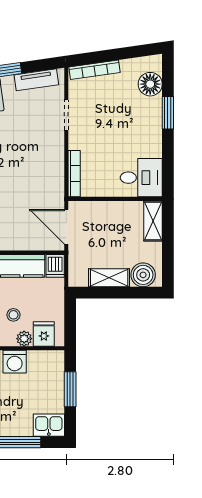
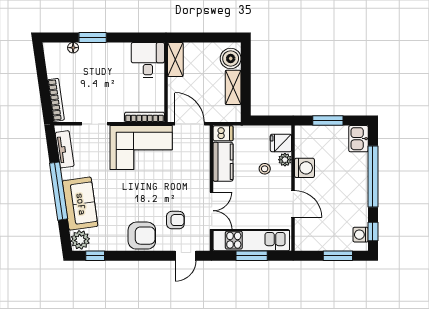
floor lamp: (150, 84) -> (73, 48), width x0.53, depth x0.53
corner sofa: (38, 170) -> (141, 148), added
shelving: (153, 221) -> (175, 60), moved, turned 90
door: (66, 227) -> (190, 124), swing flipped

